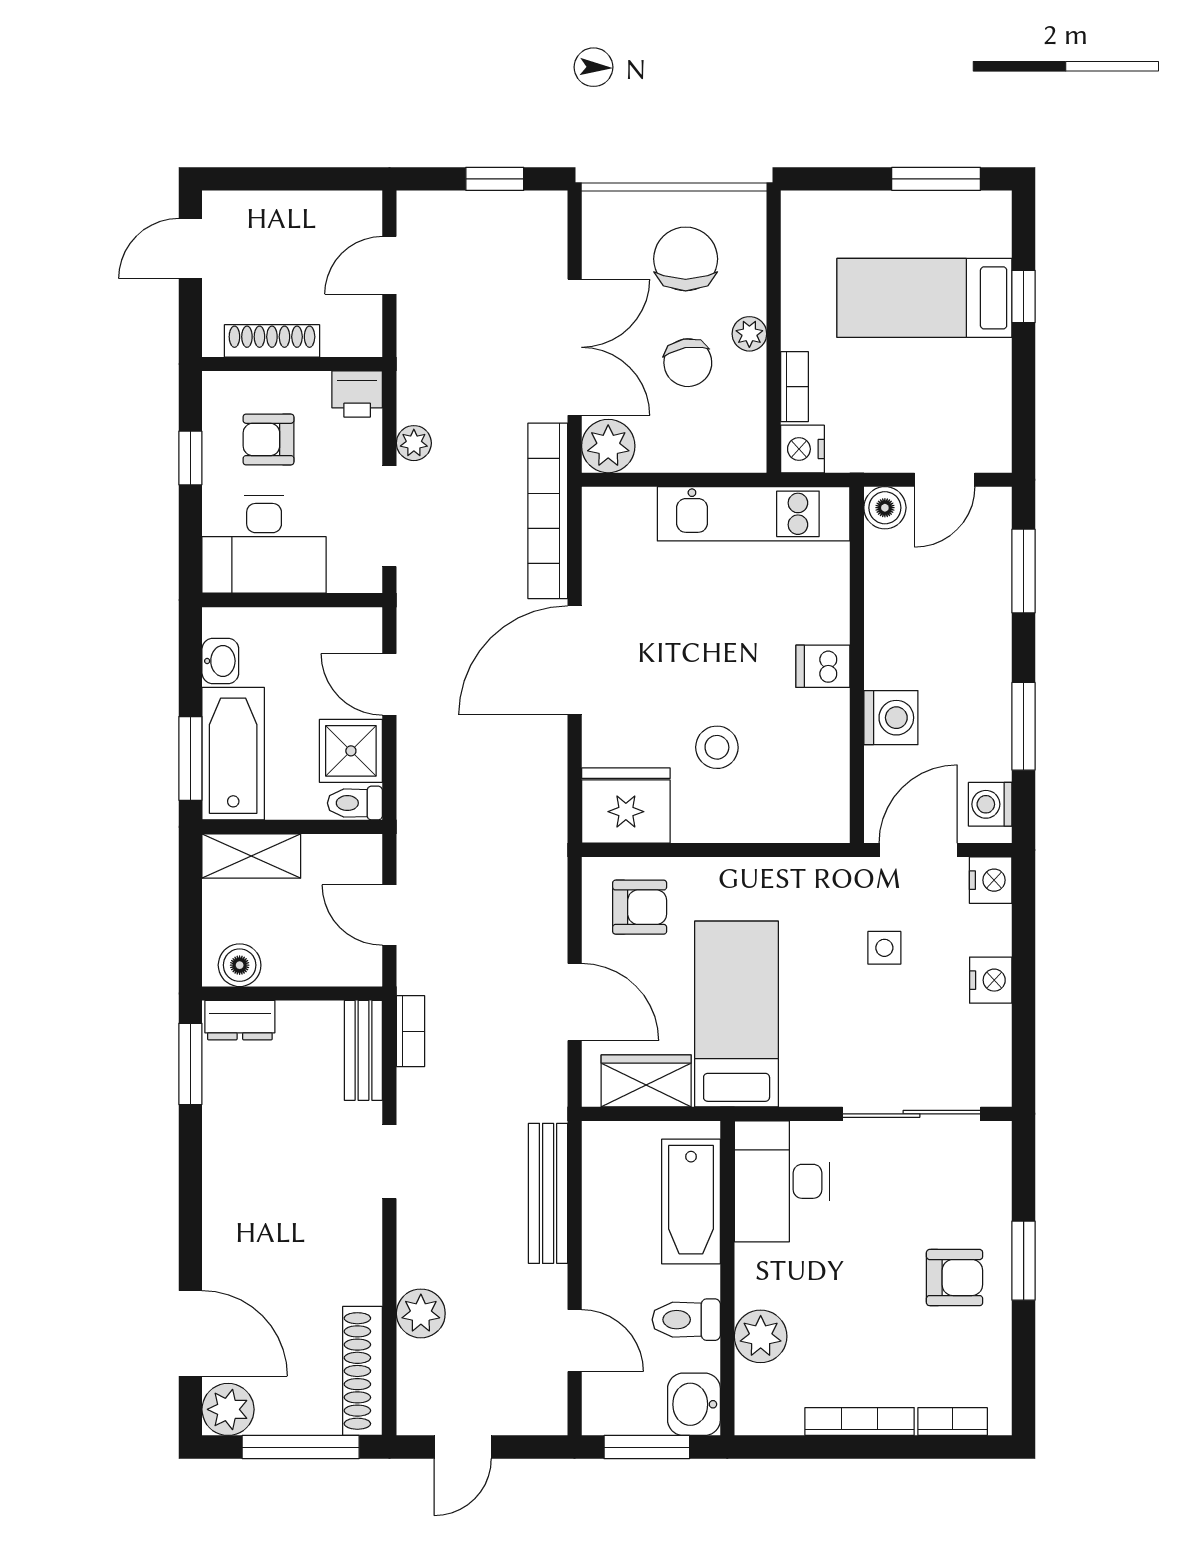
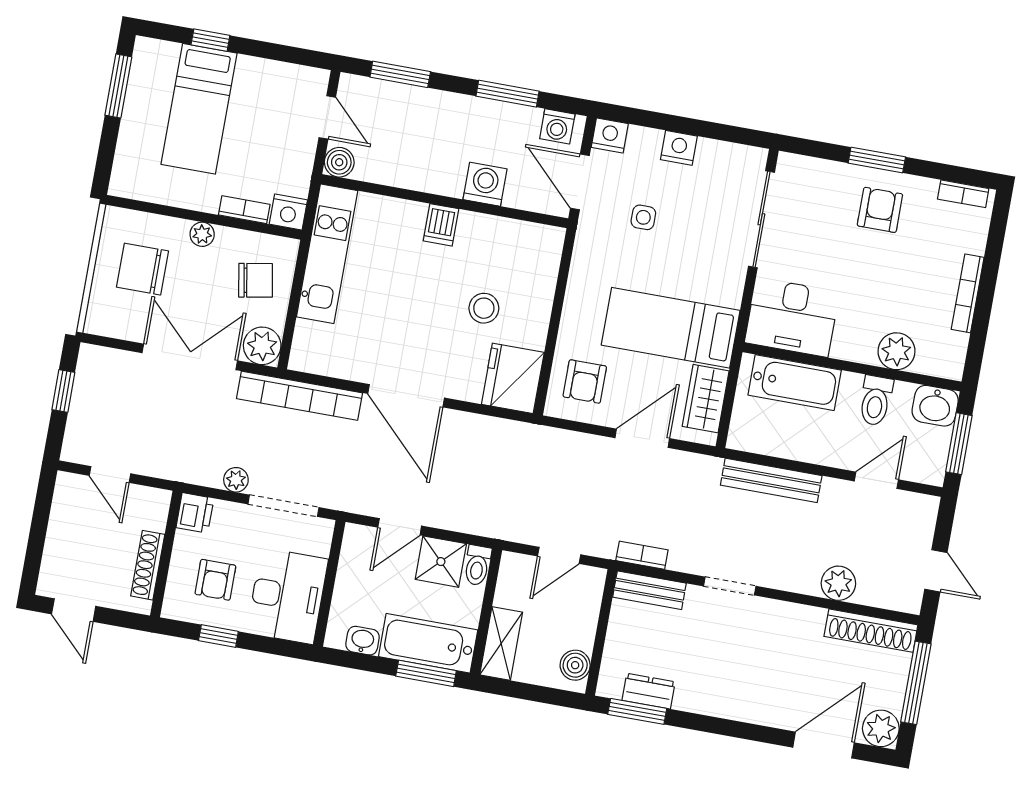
chair: (688, 363) -> (256, 280), moved
armchair: (640, 907) -> (585, 381), turned 180
dresser: (240, 1020) -> (649, 691), moved, turned -90
bookcase: (953, 1422) -> (963, 194), moved, turned -90

